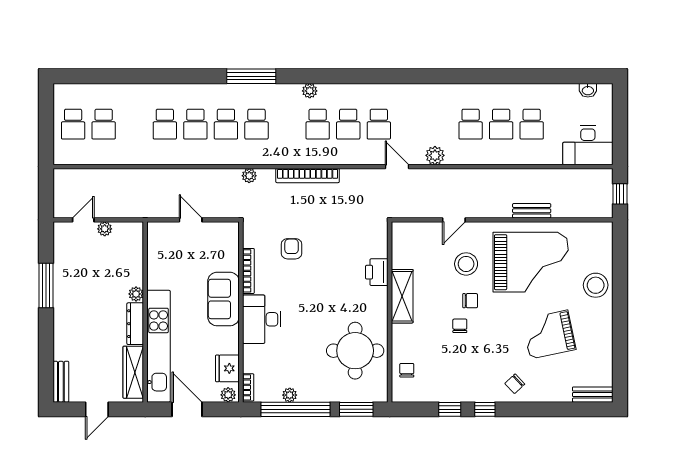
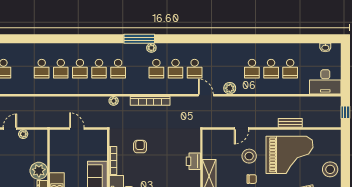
window: (251, 76) -> (139, 39), moved
school desk: (104, 124) -> (42, 69), moved
plant: (136, 294) -> (39, 171), width x1.88, depth x1.88

